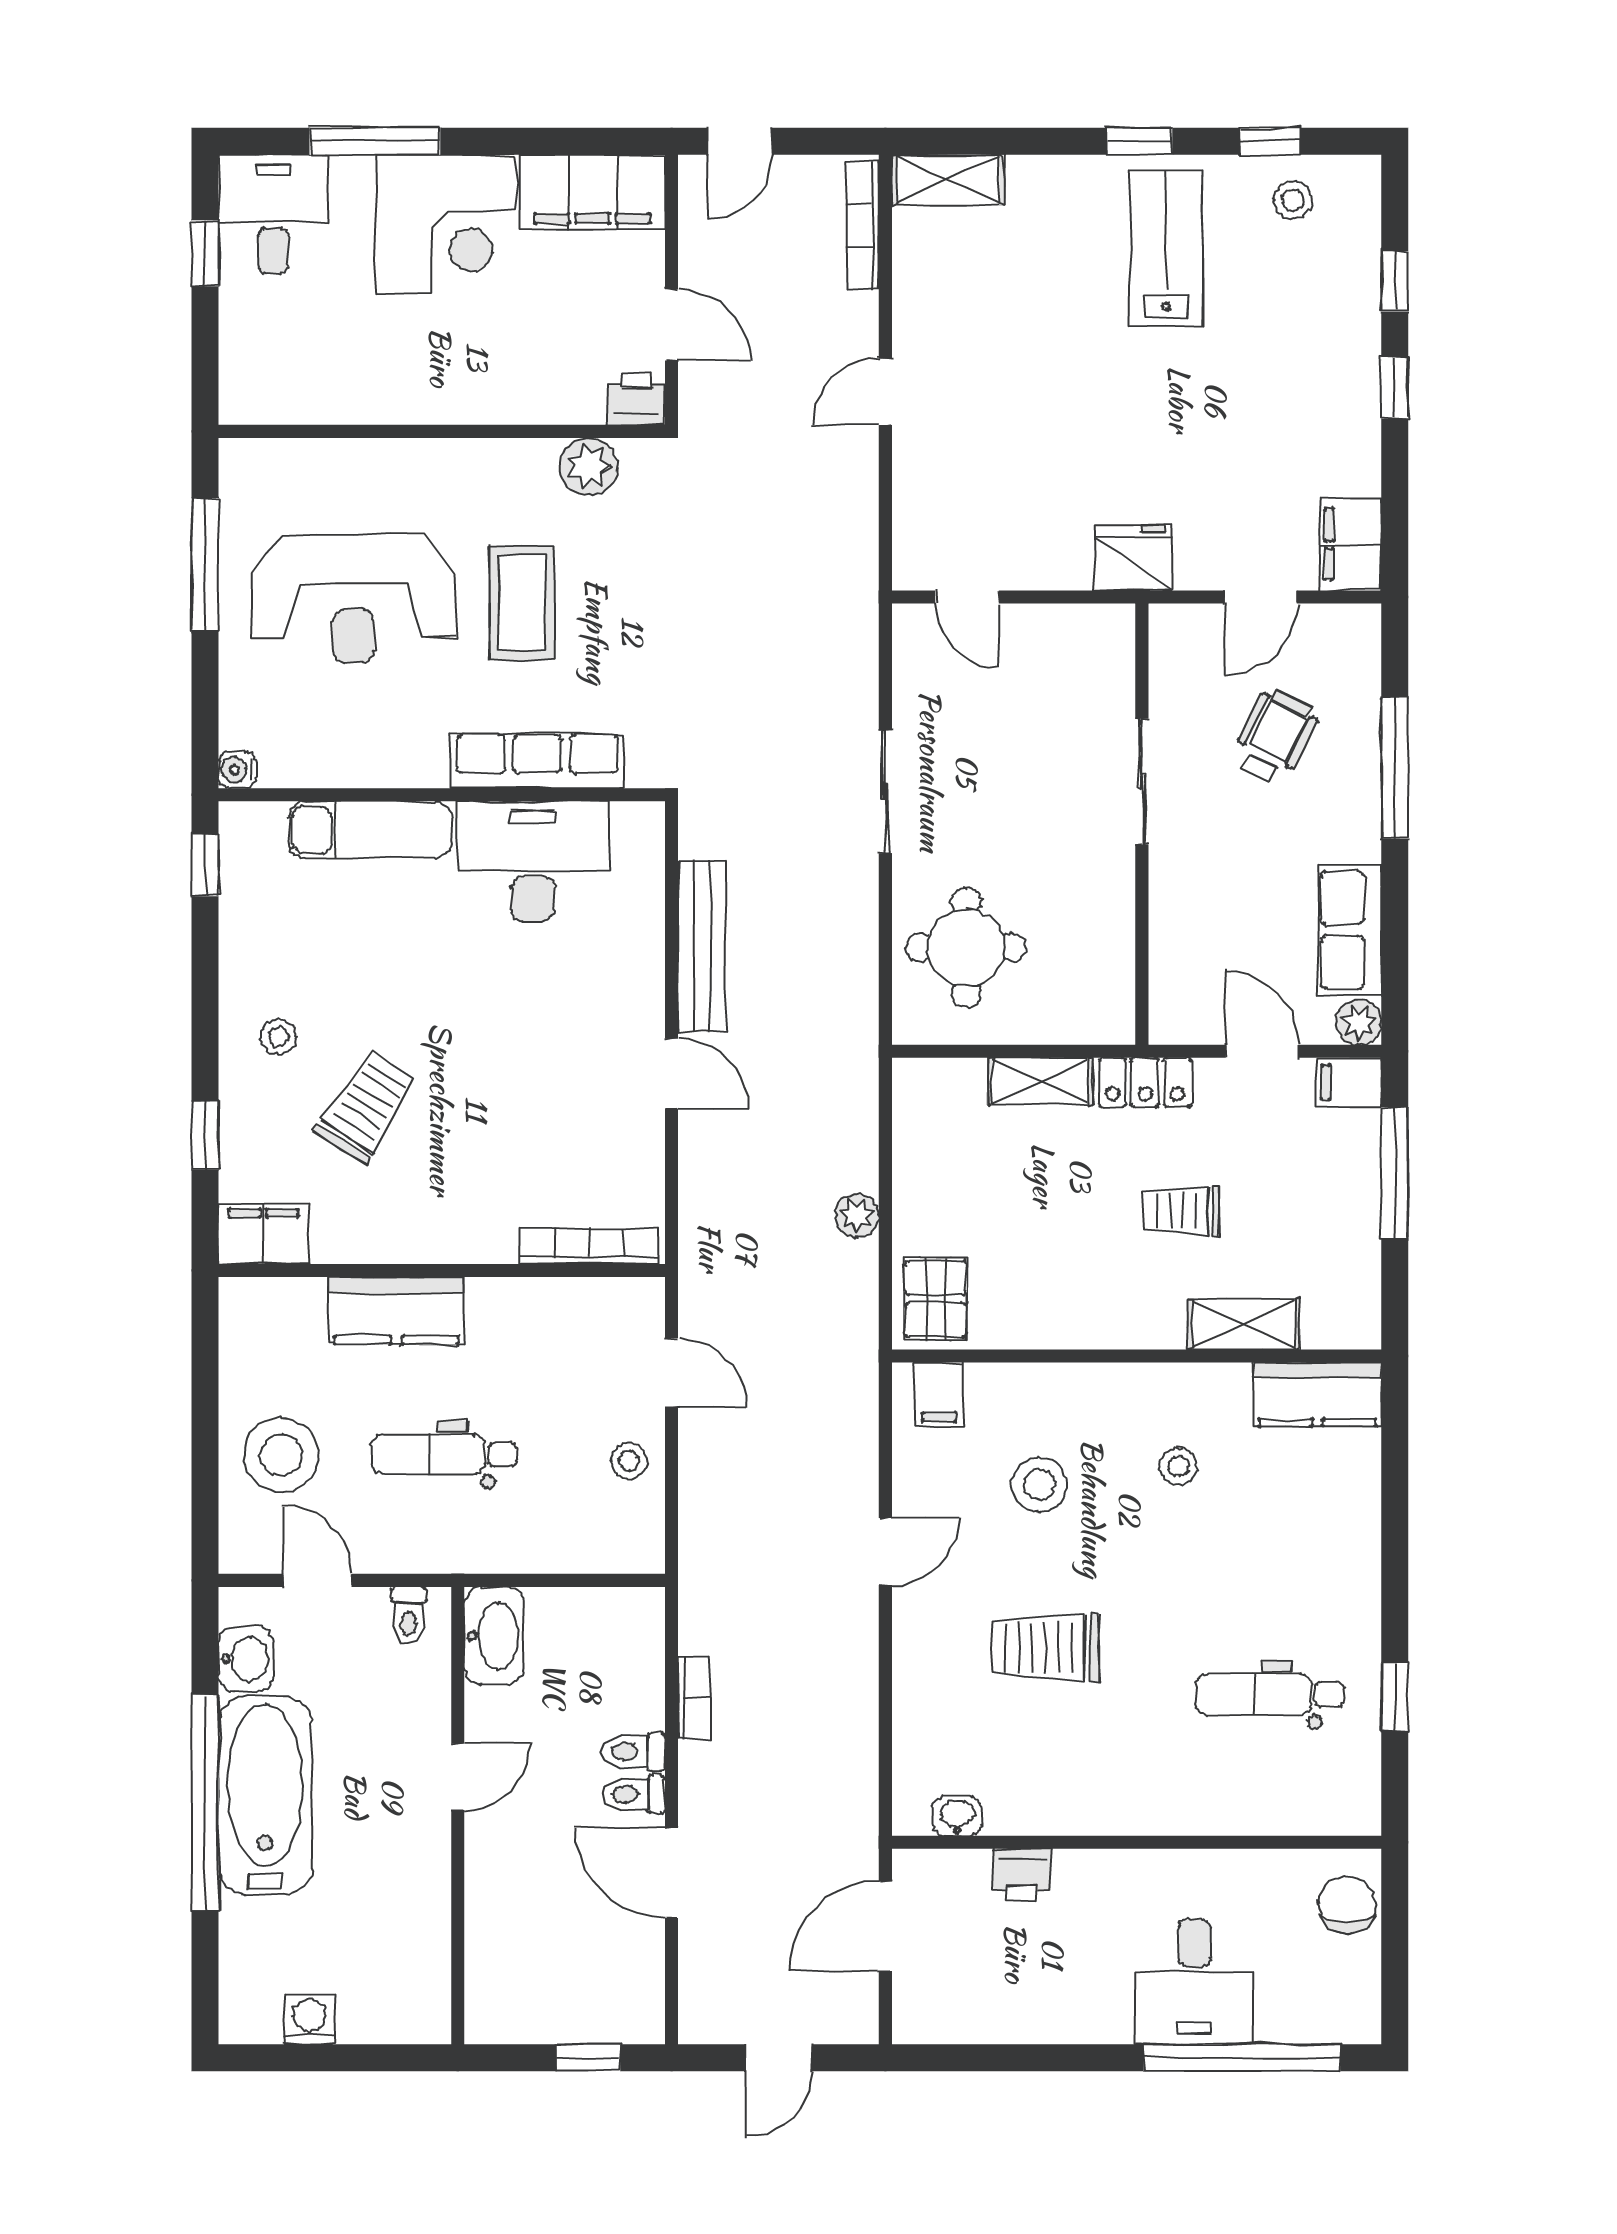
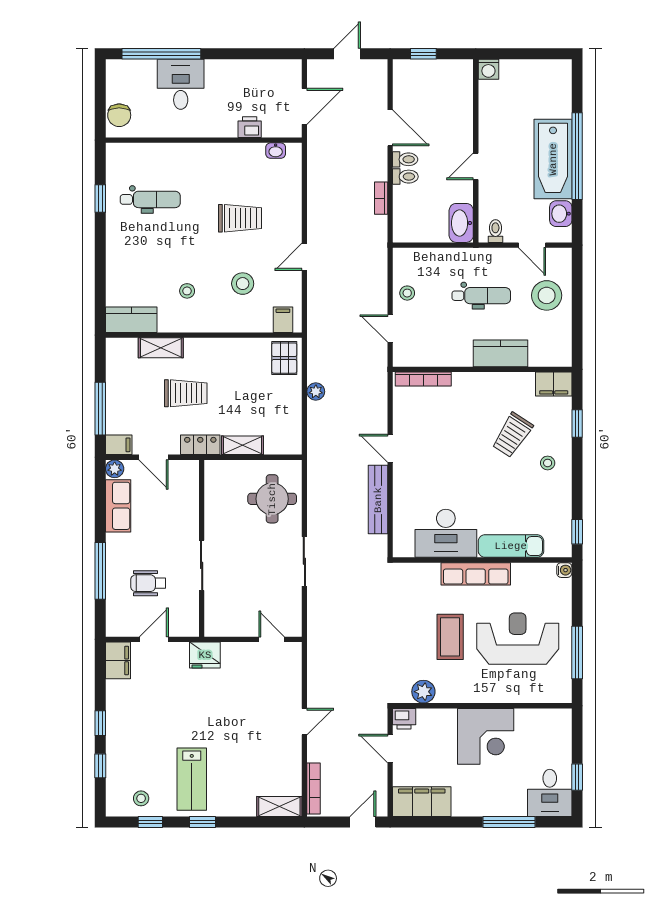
corner desk: (446, 225) -> (486, 736), moved, turned 180
wheelchair: (1275, 737) -> (148, 583), turned 63
row of seats: (537, 760) -> (476, 574), moved
trolley: (1181, 1211) -> (186, 393), width x1.36, depth x1.39
washing machine: (309, 2019) -> (488, 69), moved

